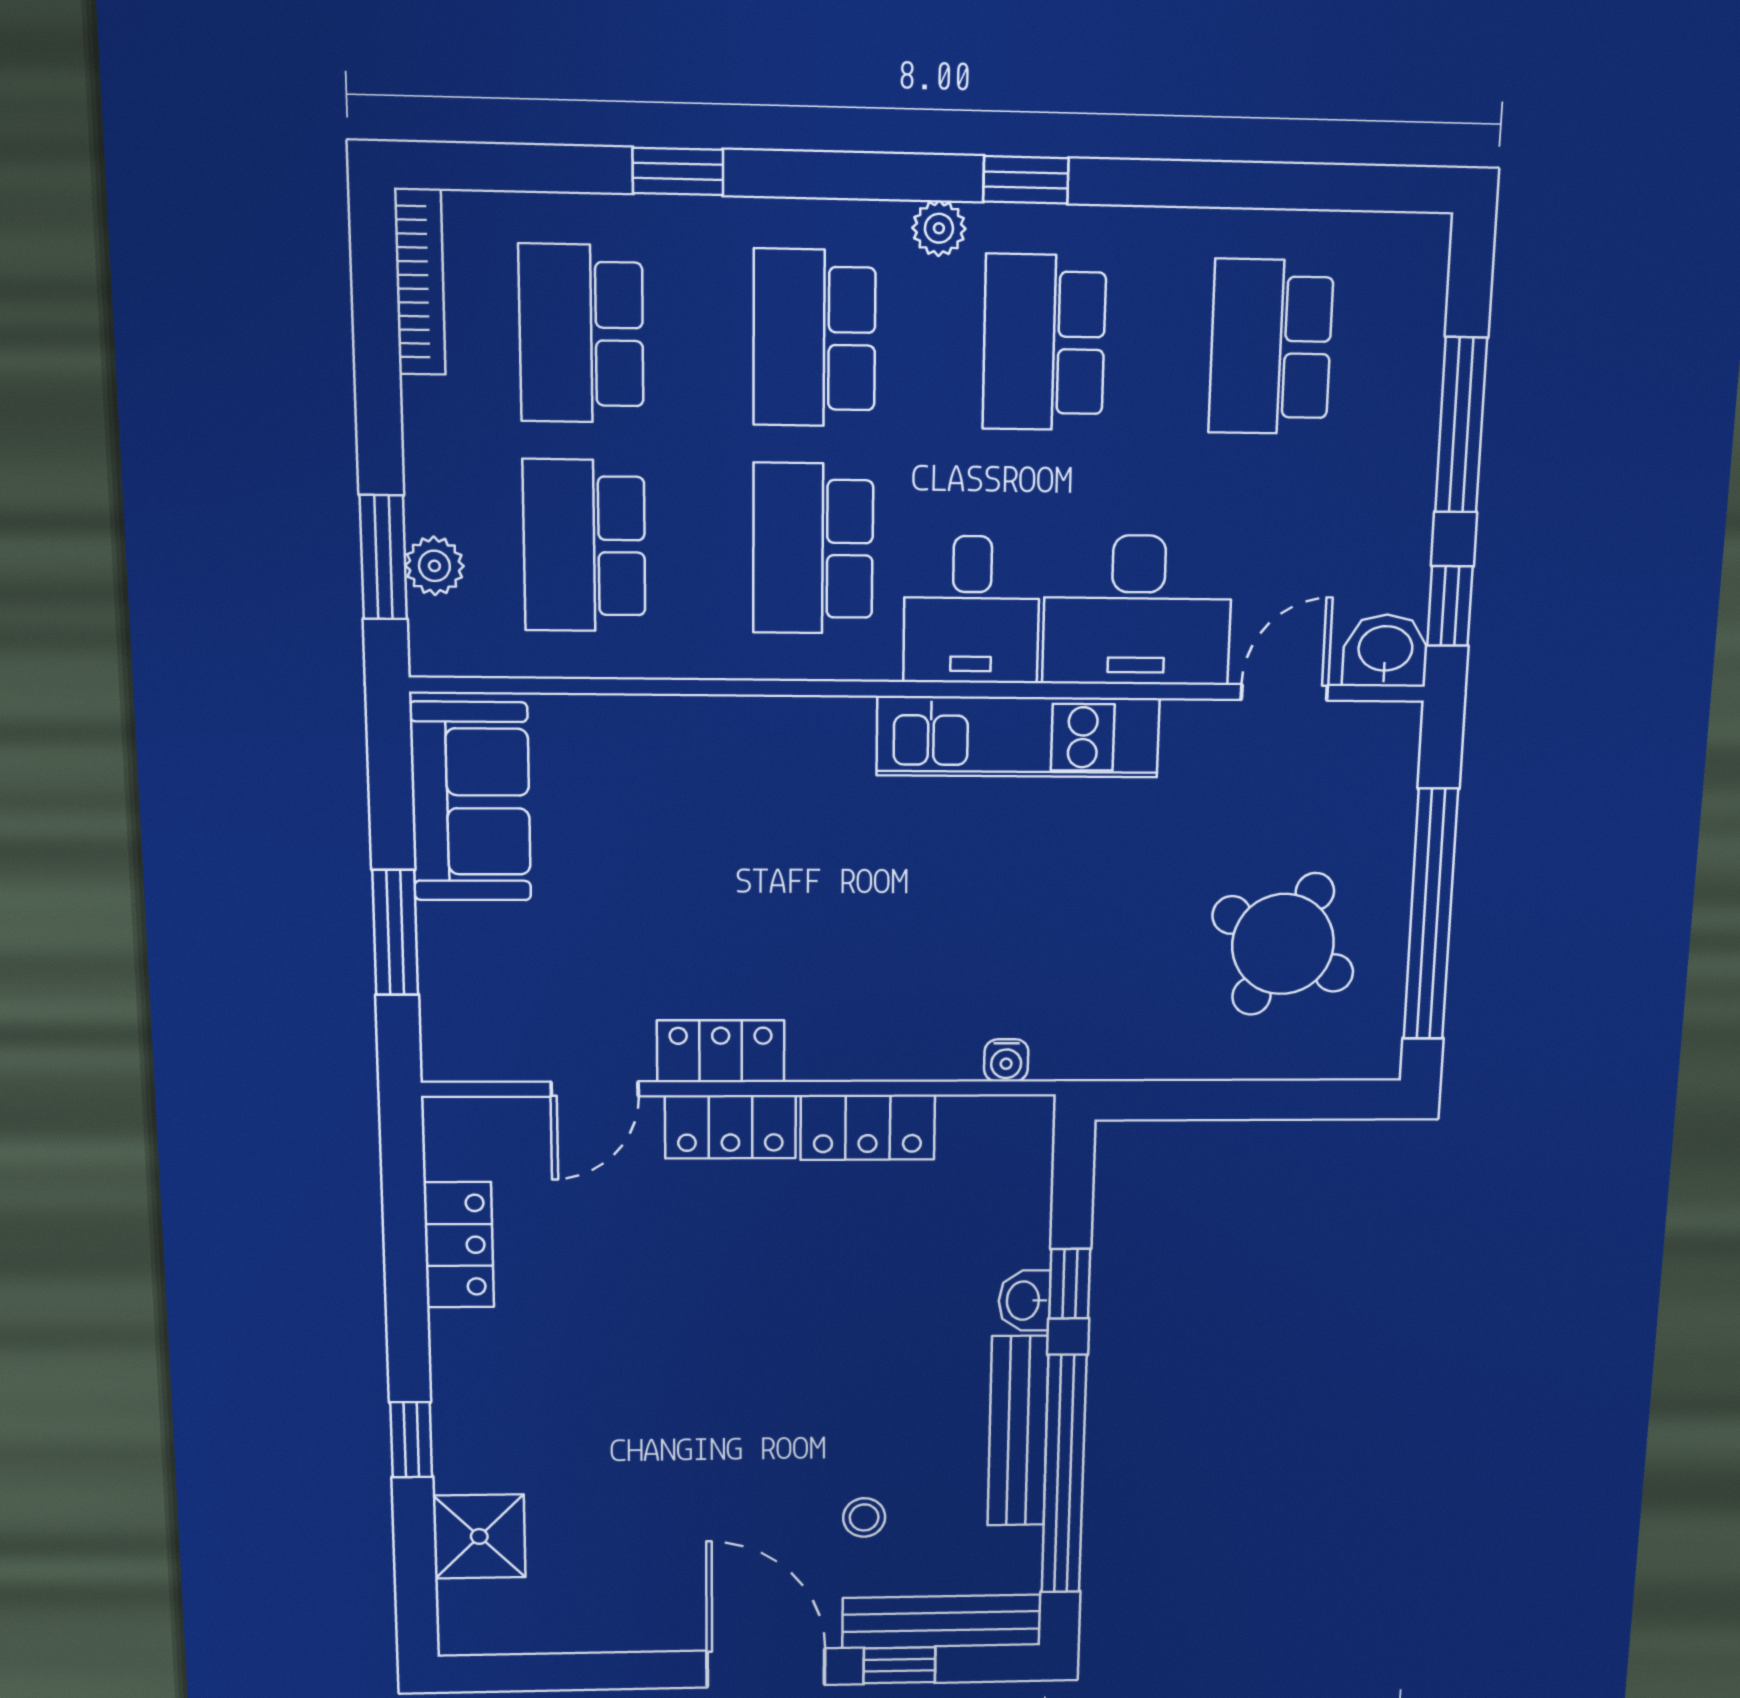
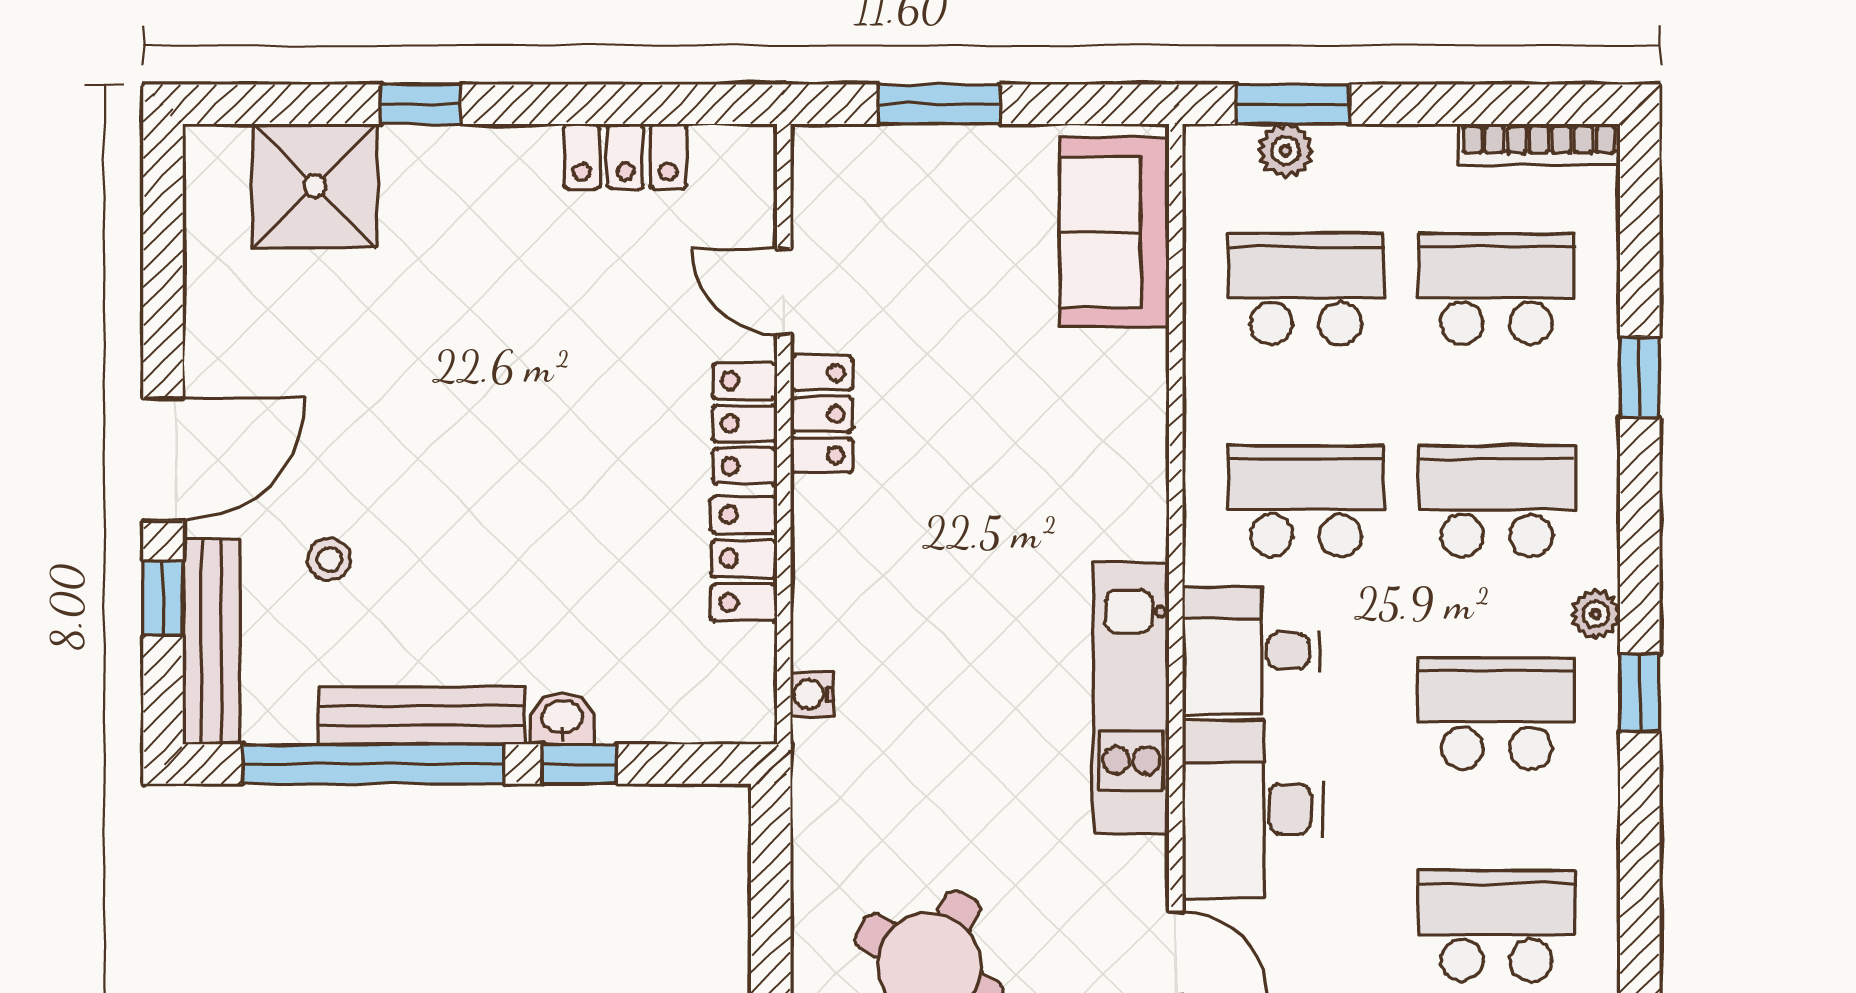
sofa: (471, 802) -> (1114, 232), moved, turned 90
shower: (479, 1536) -> (315, 186), width x1.36, depth x1.36

